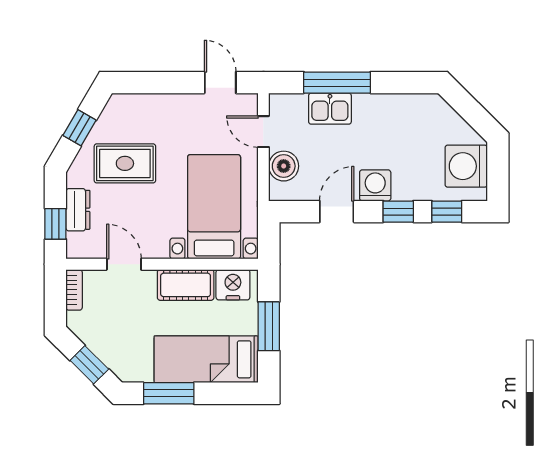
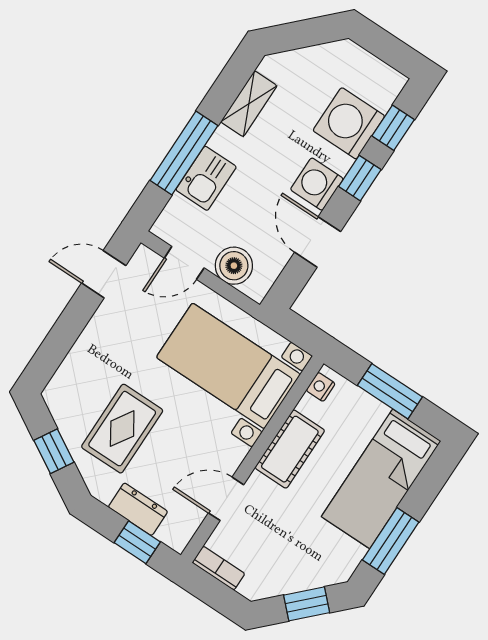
shelving: (399, 104) -> (249, 104), added
washing machine: (466, 166) -> (349, 123), moved, turned 90
nightstand: (233, 285) -> (321, 387), width x0.53, depth x0.56

